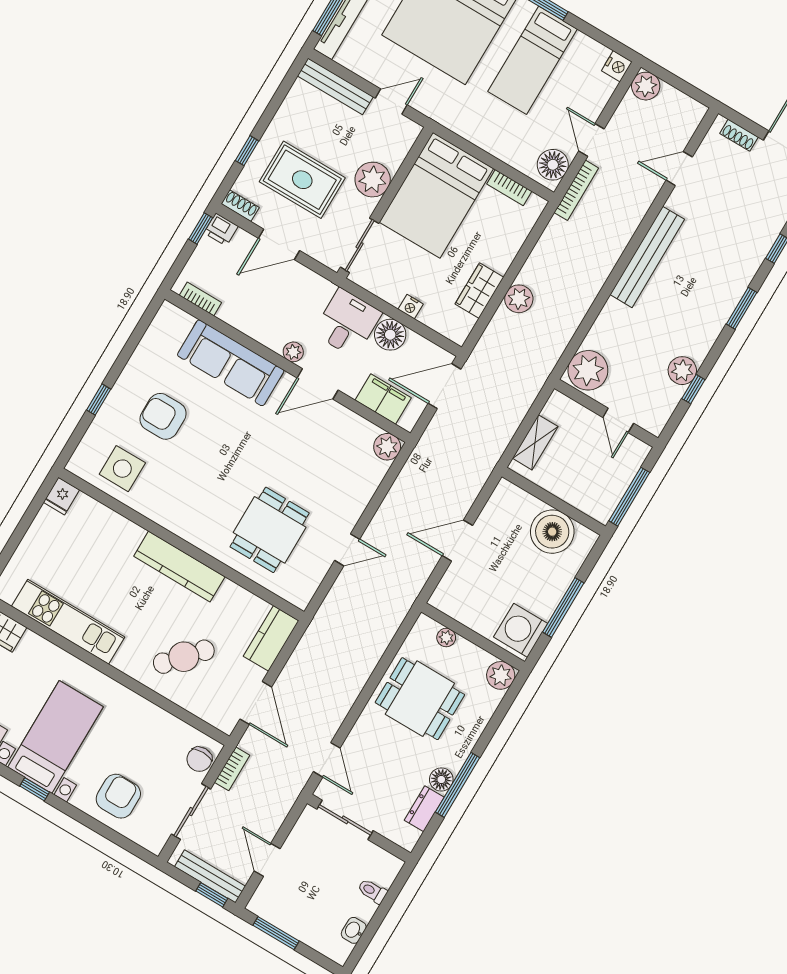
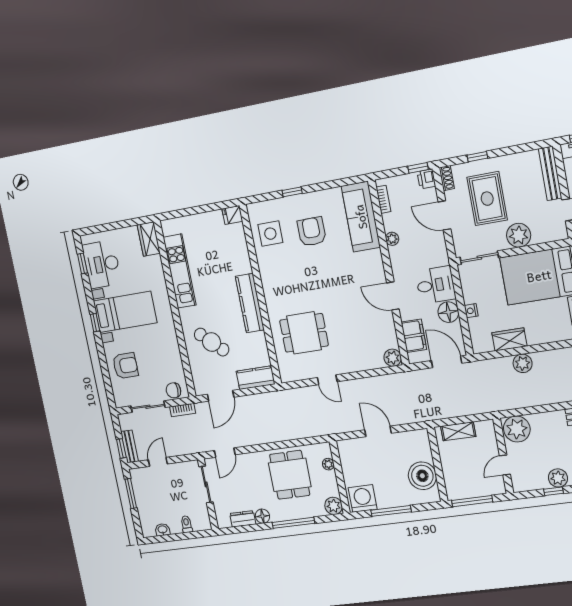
plant: (293, 352) -> (392, 239), moved
sofa: (231, 363) -> (361, 217), moved
window: (458, 785) -> (293, 523), moved
bench: (210, 876) -> (129, 446), width x0.73

